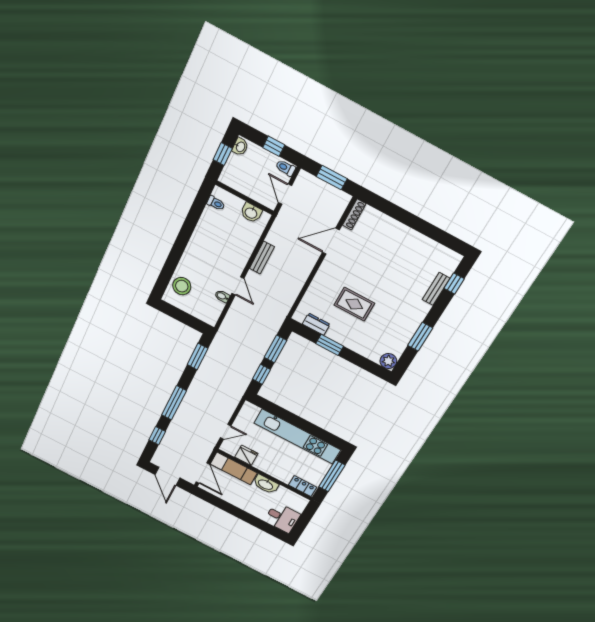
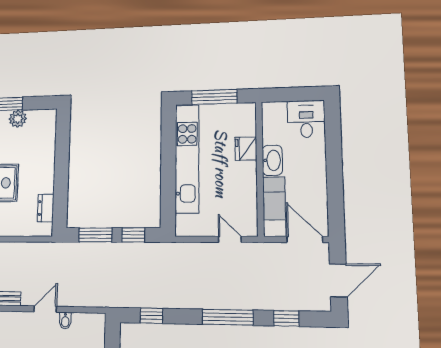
window: (330, 345) -> (61, 183), removed
window: (198, 357) -> (151, 316), width x0.67
plant: (388, 361) -> (18, 119), moved
fridge: (246, 455) -> (246, 149), moved
door: (203, 473) -> (305, 239), hinge flipped
locker: (303, 486) -> (248, 120), removed

